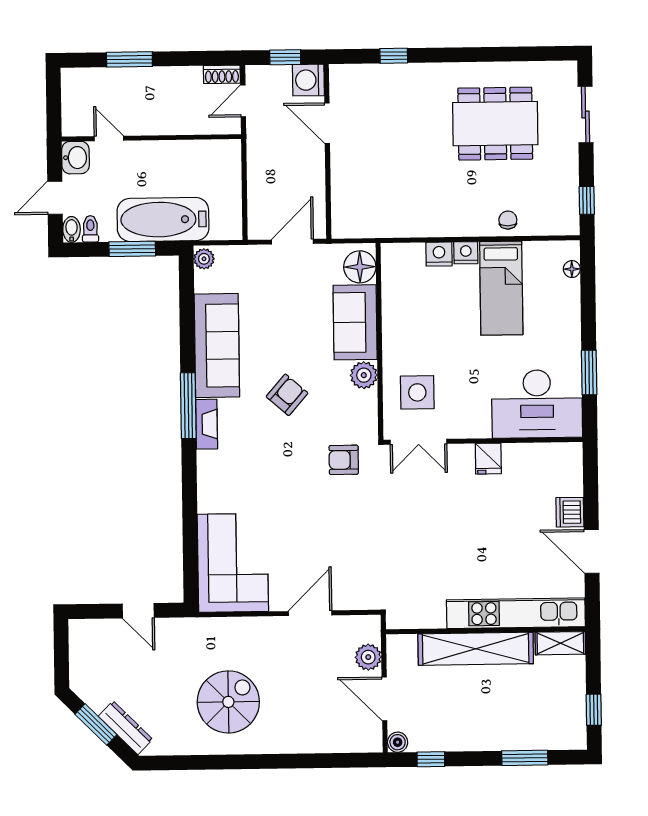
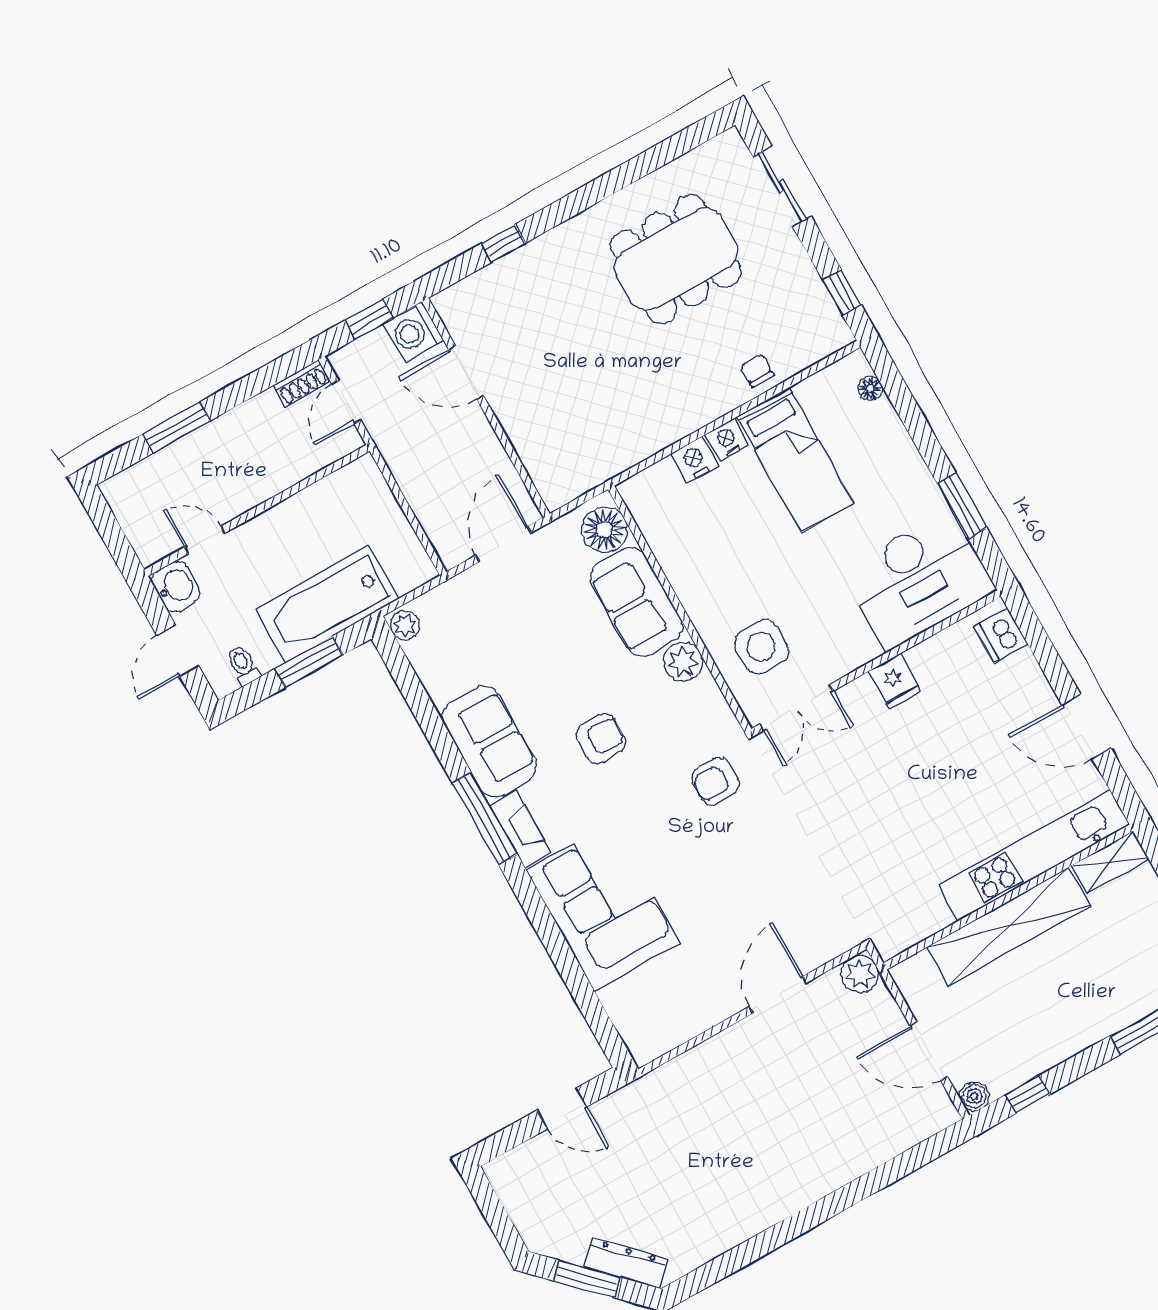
bidet: (72, 229) -> (220, 679), removed
sofa: (217, 346) -> (489, 742), width x0.73
armchair: (287, 395) -> (601, 738), turned 49
dishwasher: (570, 512) -> (1001, 635), moved
corner sofa: (233, 563) -> (603, 906), moved
plant: (368, 657) -> (860, 974), moved
spiral stairs: (228, 702) -> (736, 1161), removed

